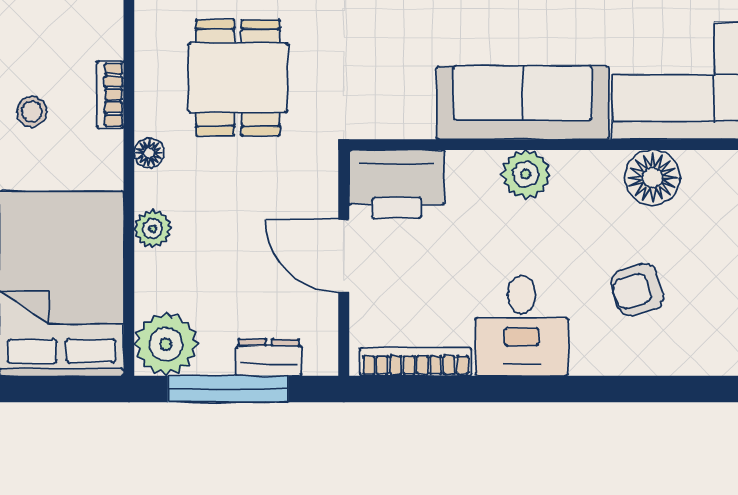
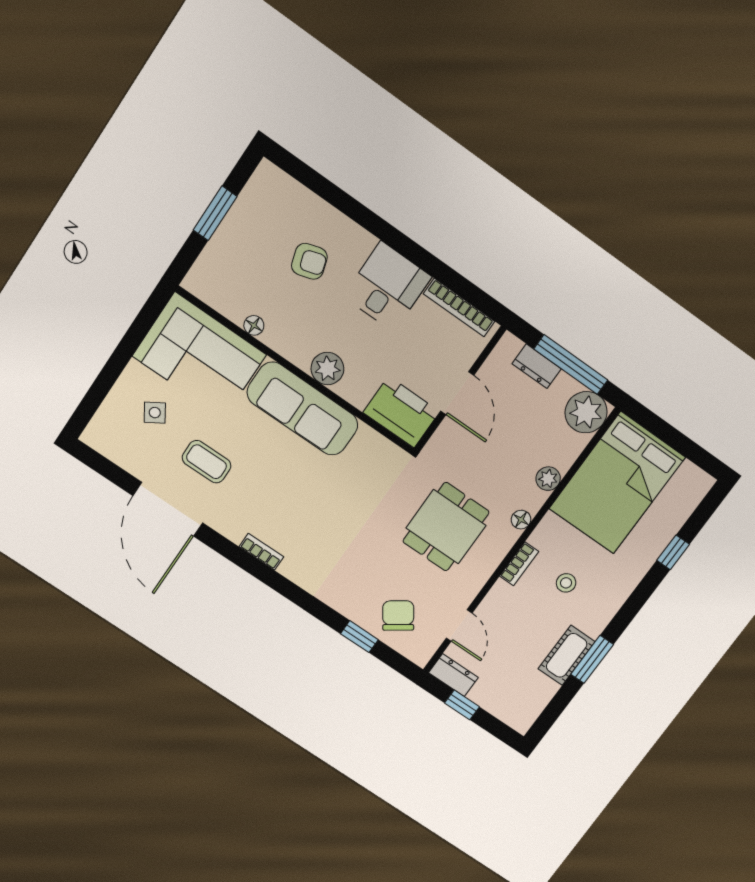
floor lamp: (652, 178) -> (254, 325), width x0.53, depth x0.53

